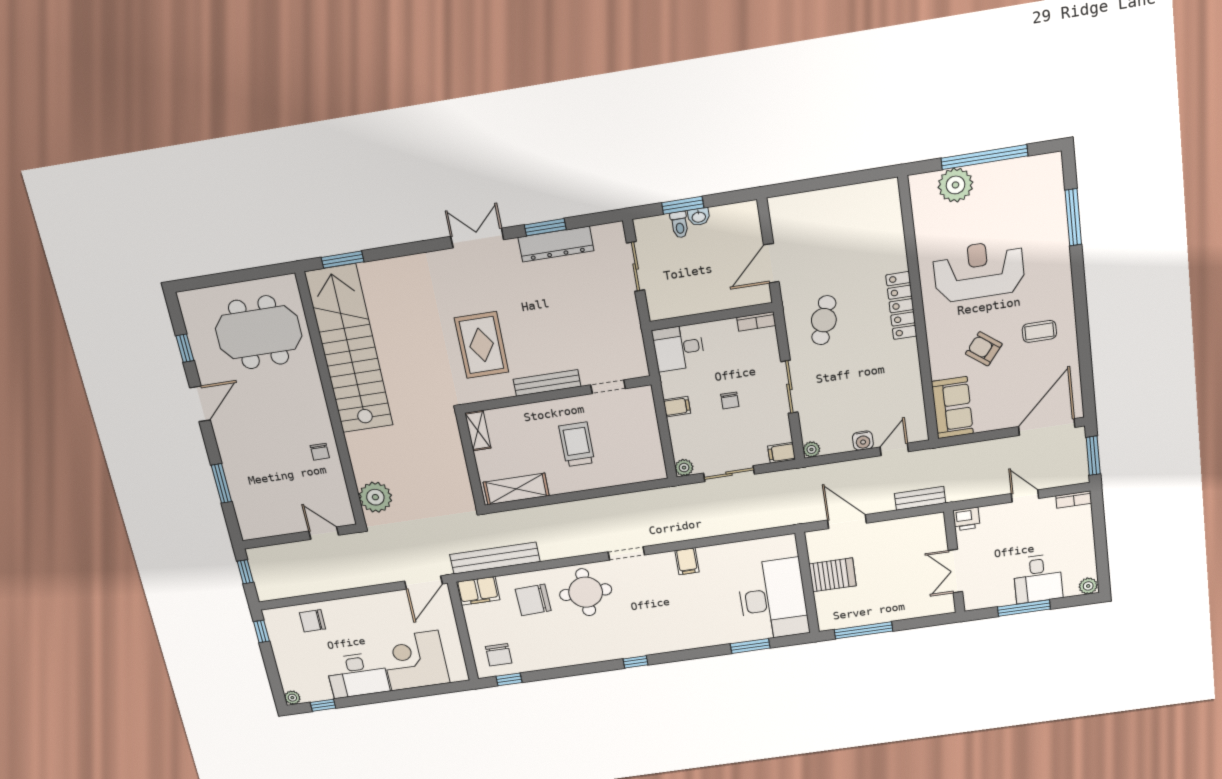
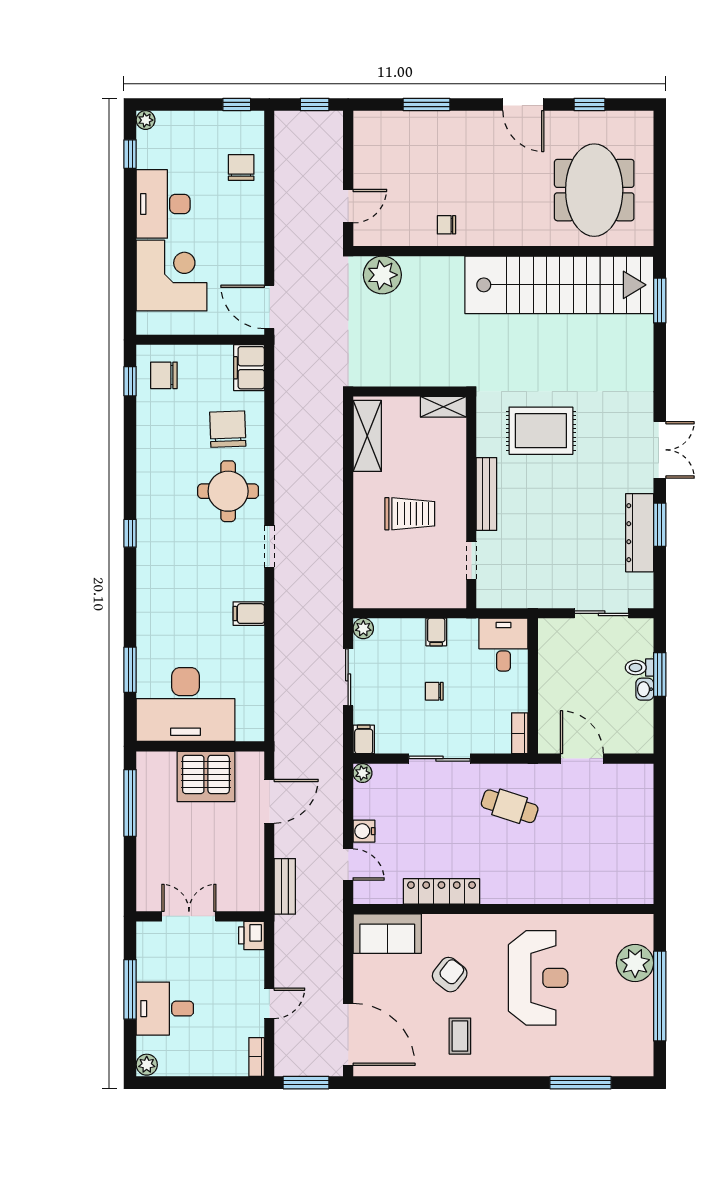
locker: (901, 306) -> (441, 891), moved
bench: (495, 558) -> (287, 395), removed
server rack: (832, 575) -> (206, 776), width x1.60

